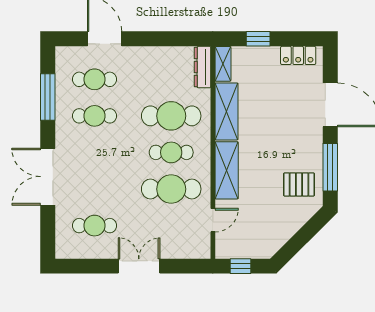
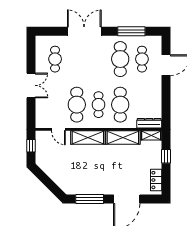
cafe table: (94, 116) -> (120, 59), width x1.37, depth x1.35
pallet: (299, 184) -> (79, 181), removed

